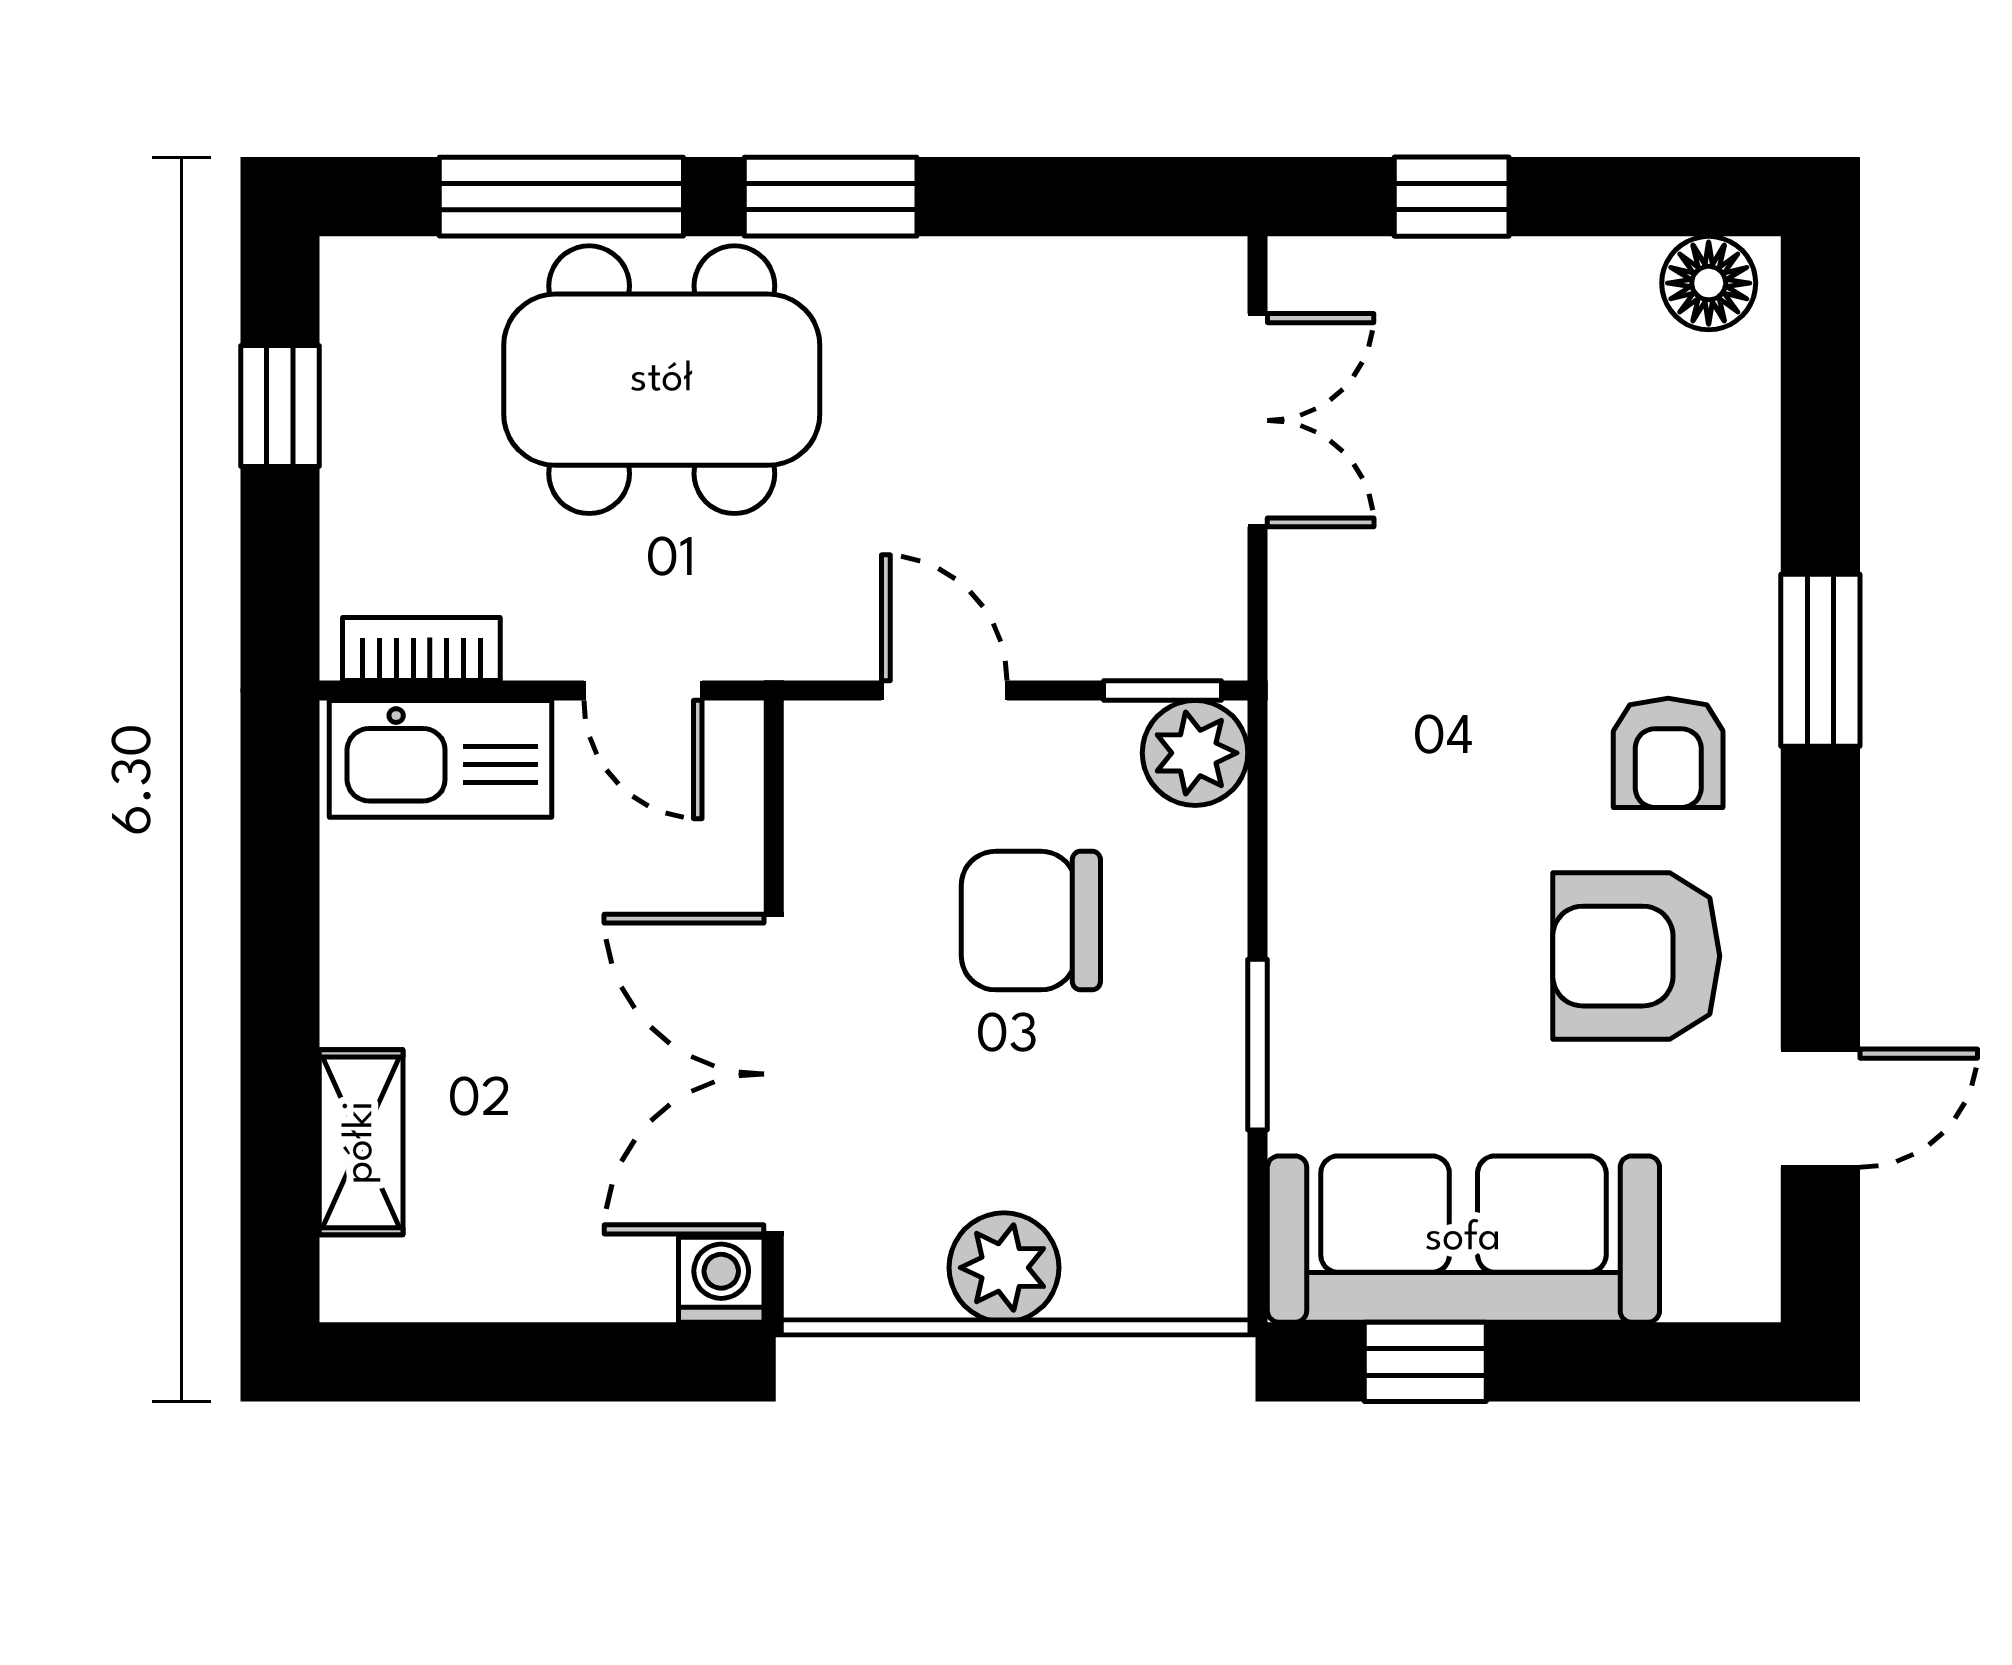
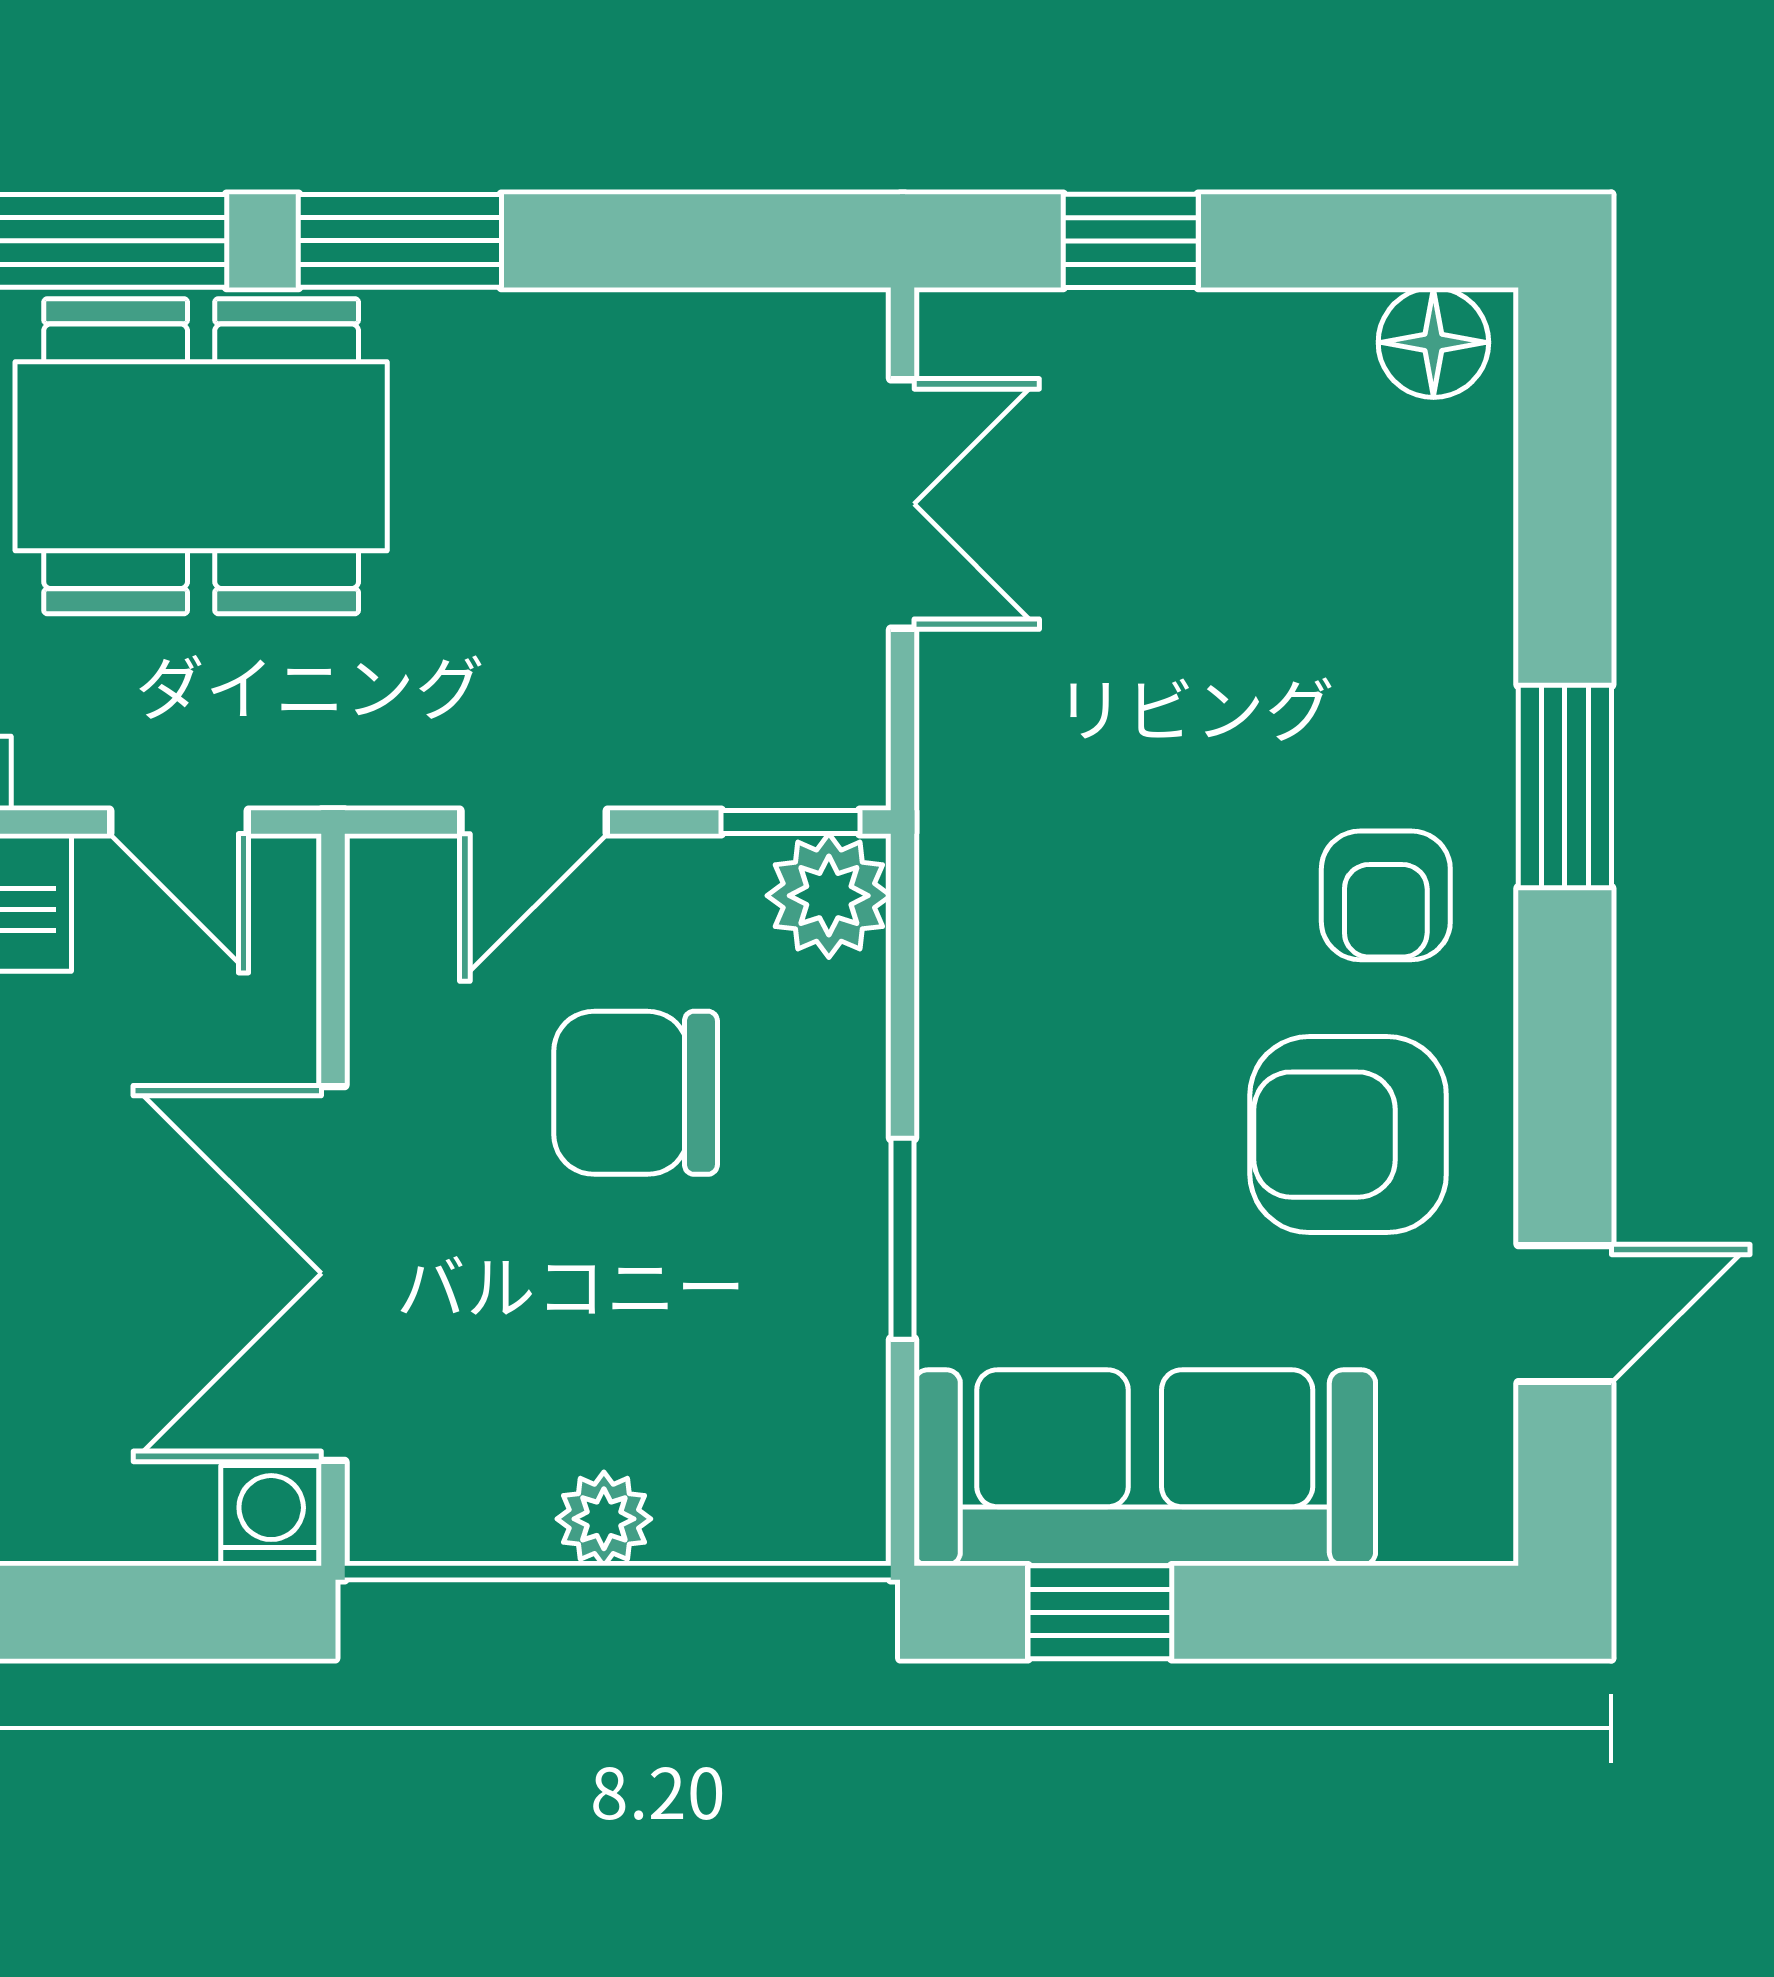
door: (944, 690) -> (534, 822), swing flipped
plant: (1004, 1268) -> (604, 1519), width x0.73, depth x0.73

